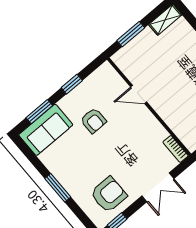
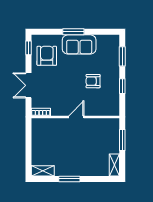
door: (139, 94) -> (76, 117), moved
sofa: (46, 130) -> (79, 44), moved, turned -90
armchair: (109, 195) -> (47, 56), turned 180

